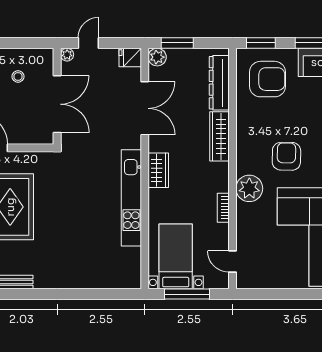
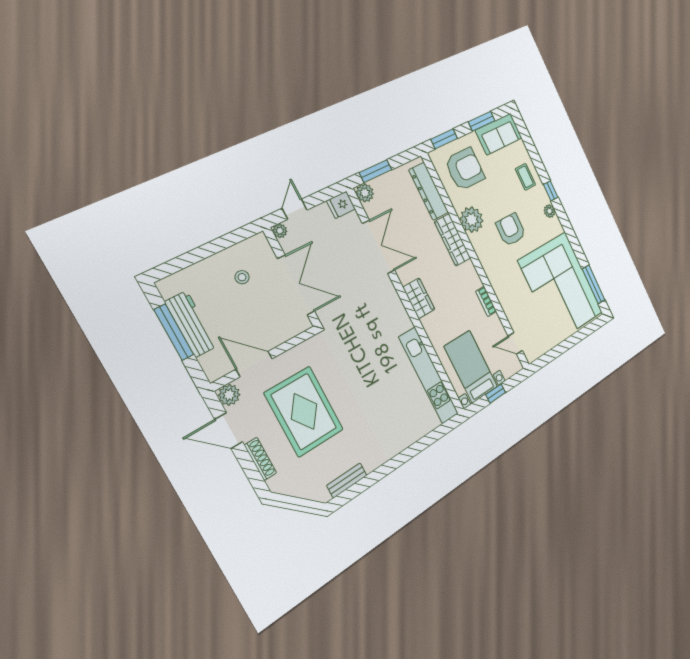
plant: (249, 188) -> (472, 220), moved
kitchen unit: (131, 198) -> (429, 376), moved
window: (187, 294) -> (496, 394), width x0.46

